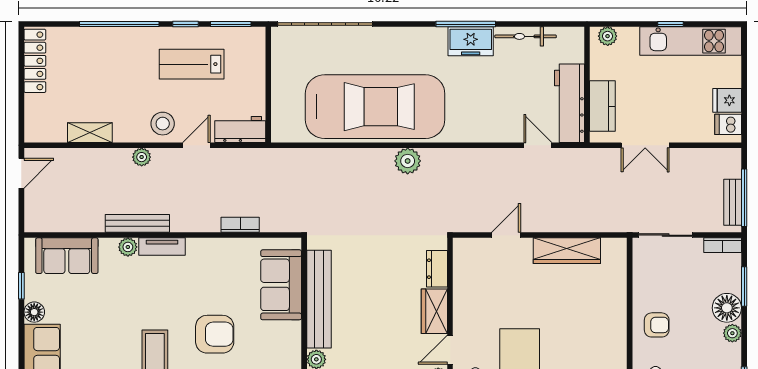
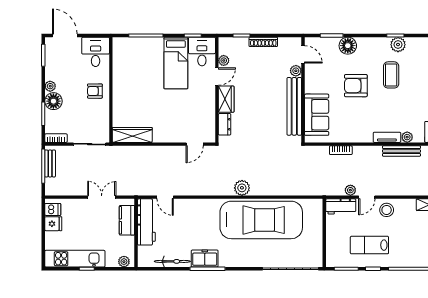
lab bench: (192, 64) -> (369, 245), turned 180
car: (375, 107) -> (261, 220), turned 180
plant: (142, 157) -> (350, 190), moved
door: (506, 235) -> (195, 144), moved
wardrobe: (567, 251) -> (132, 135), moved

